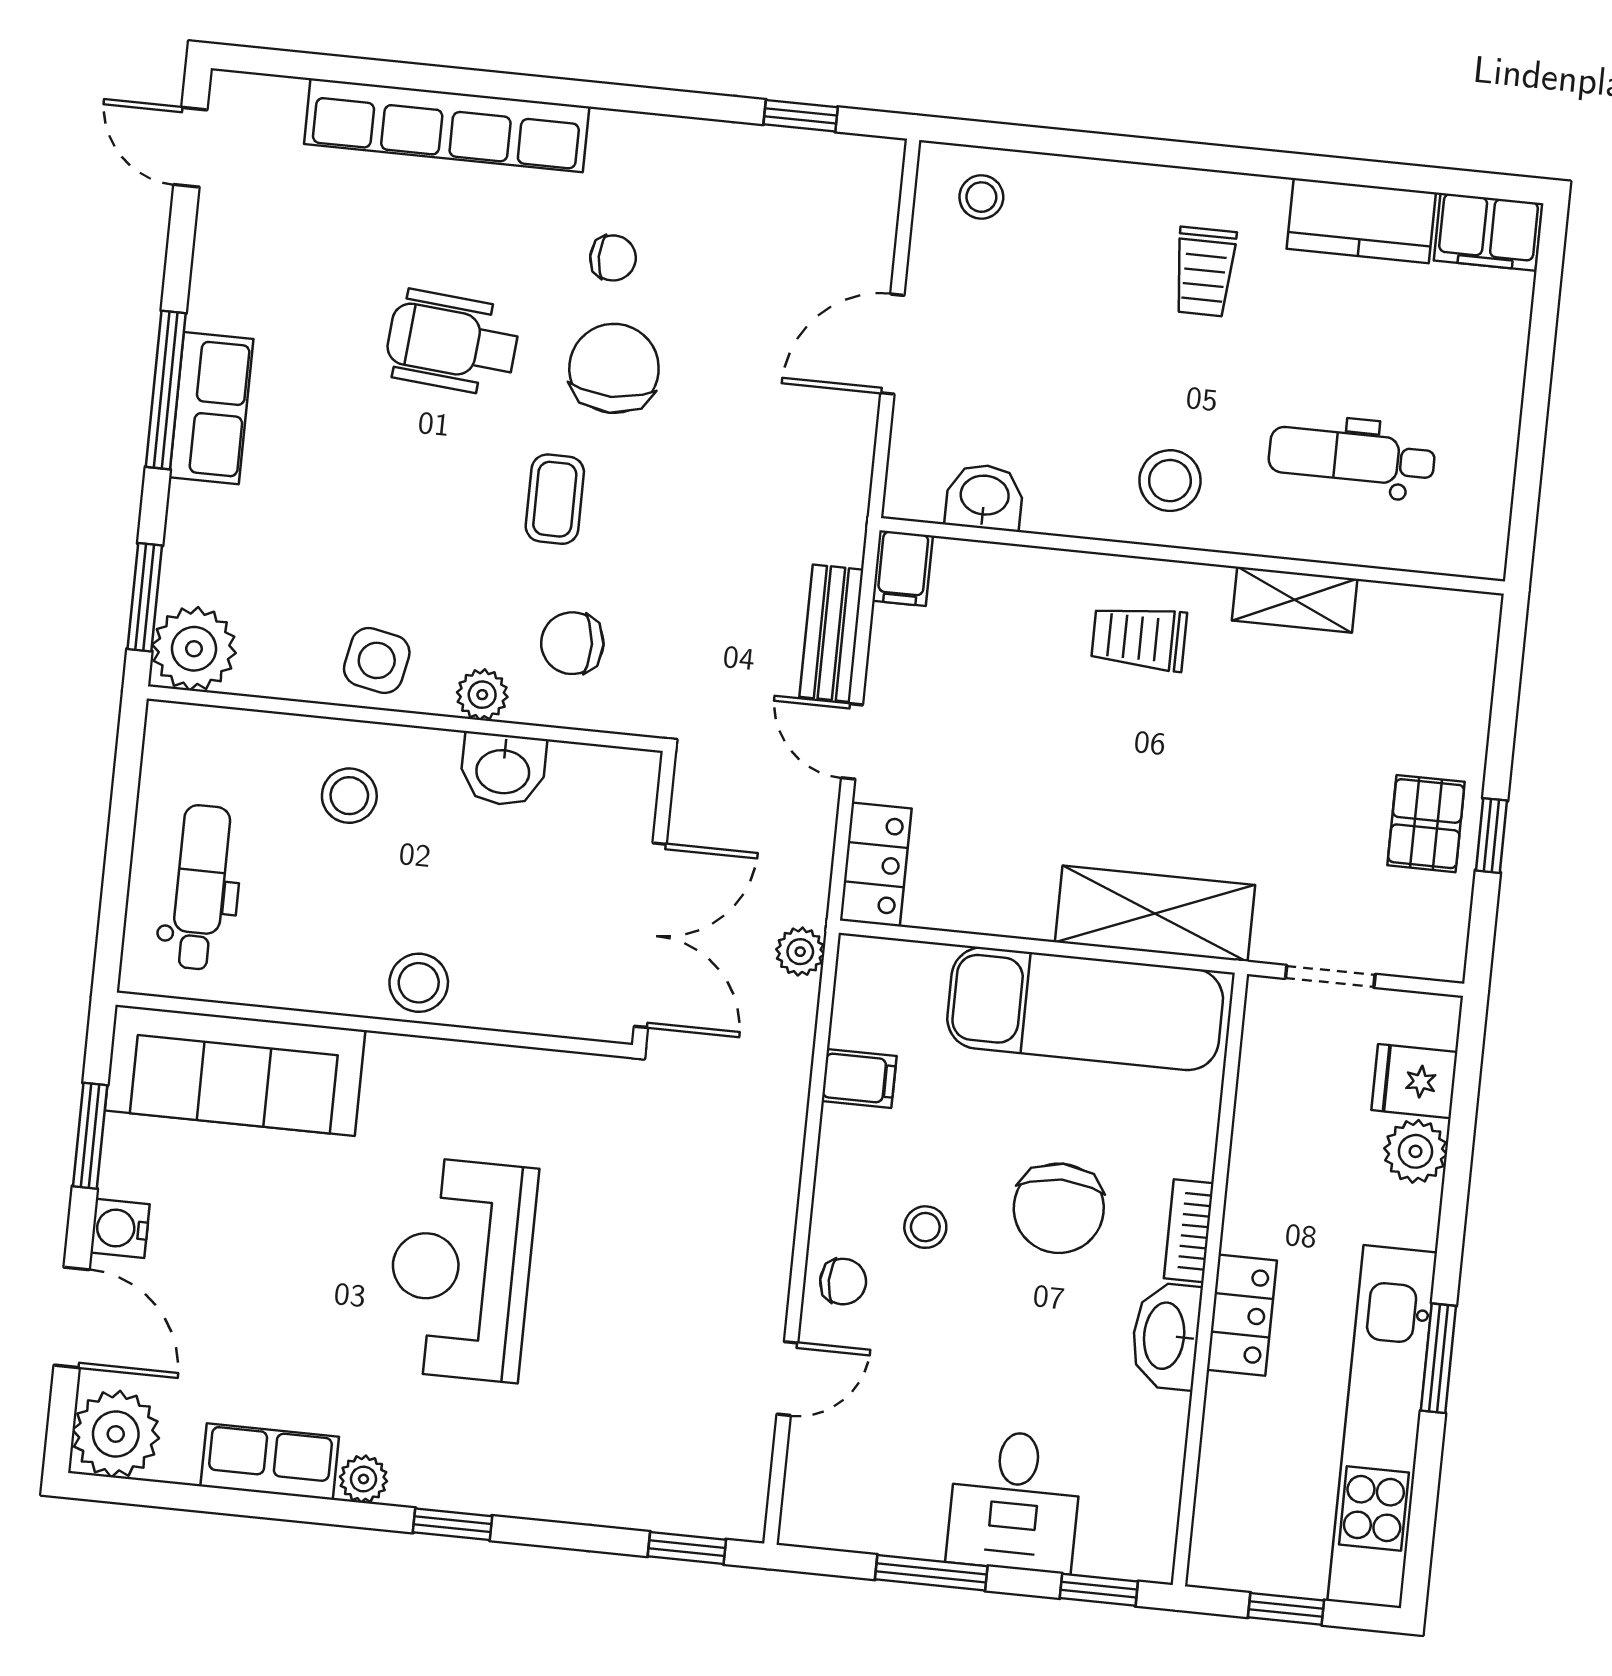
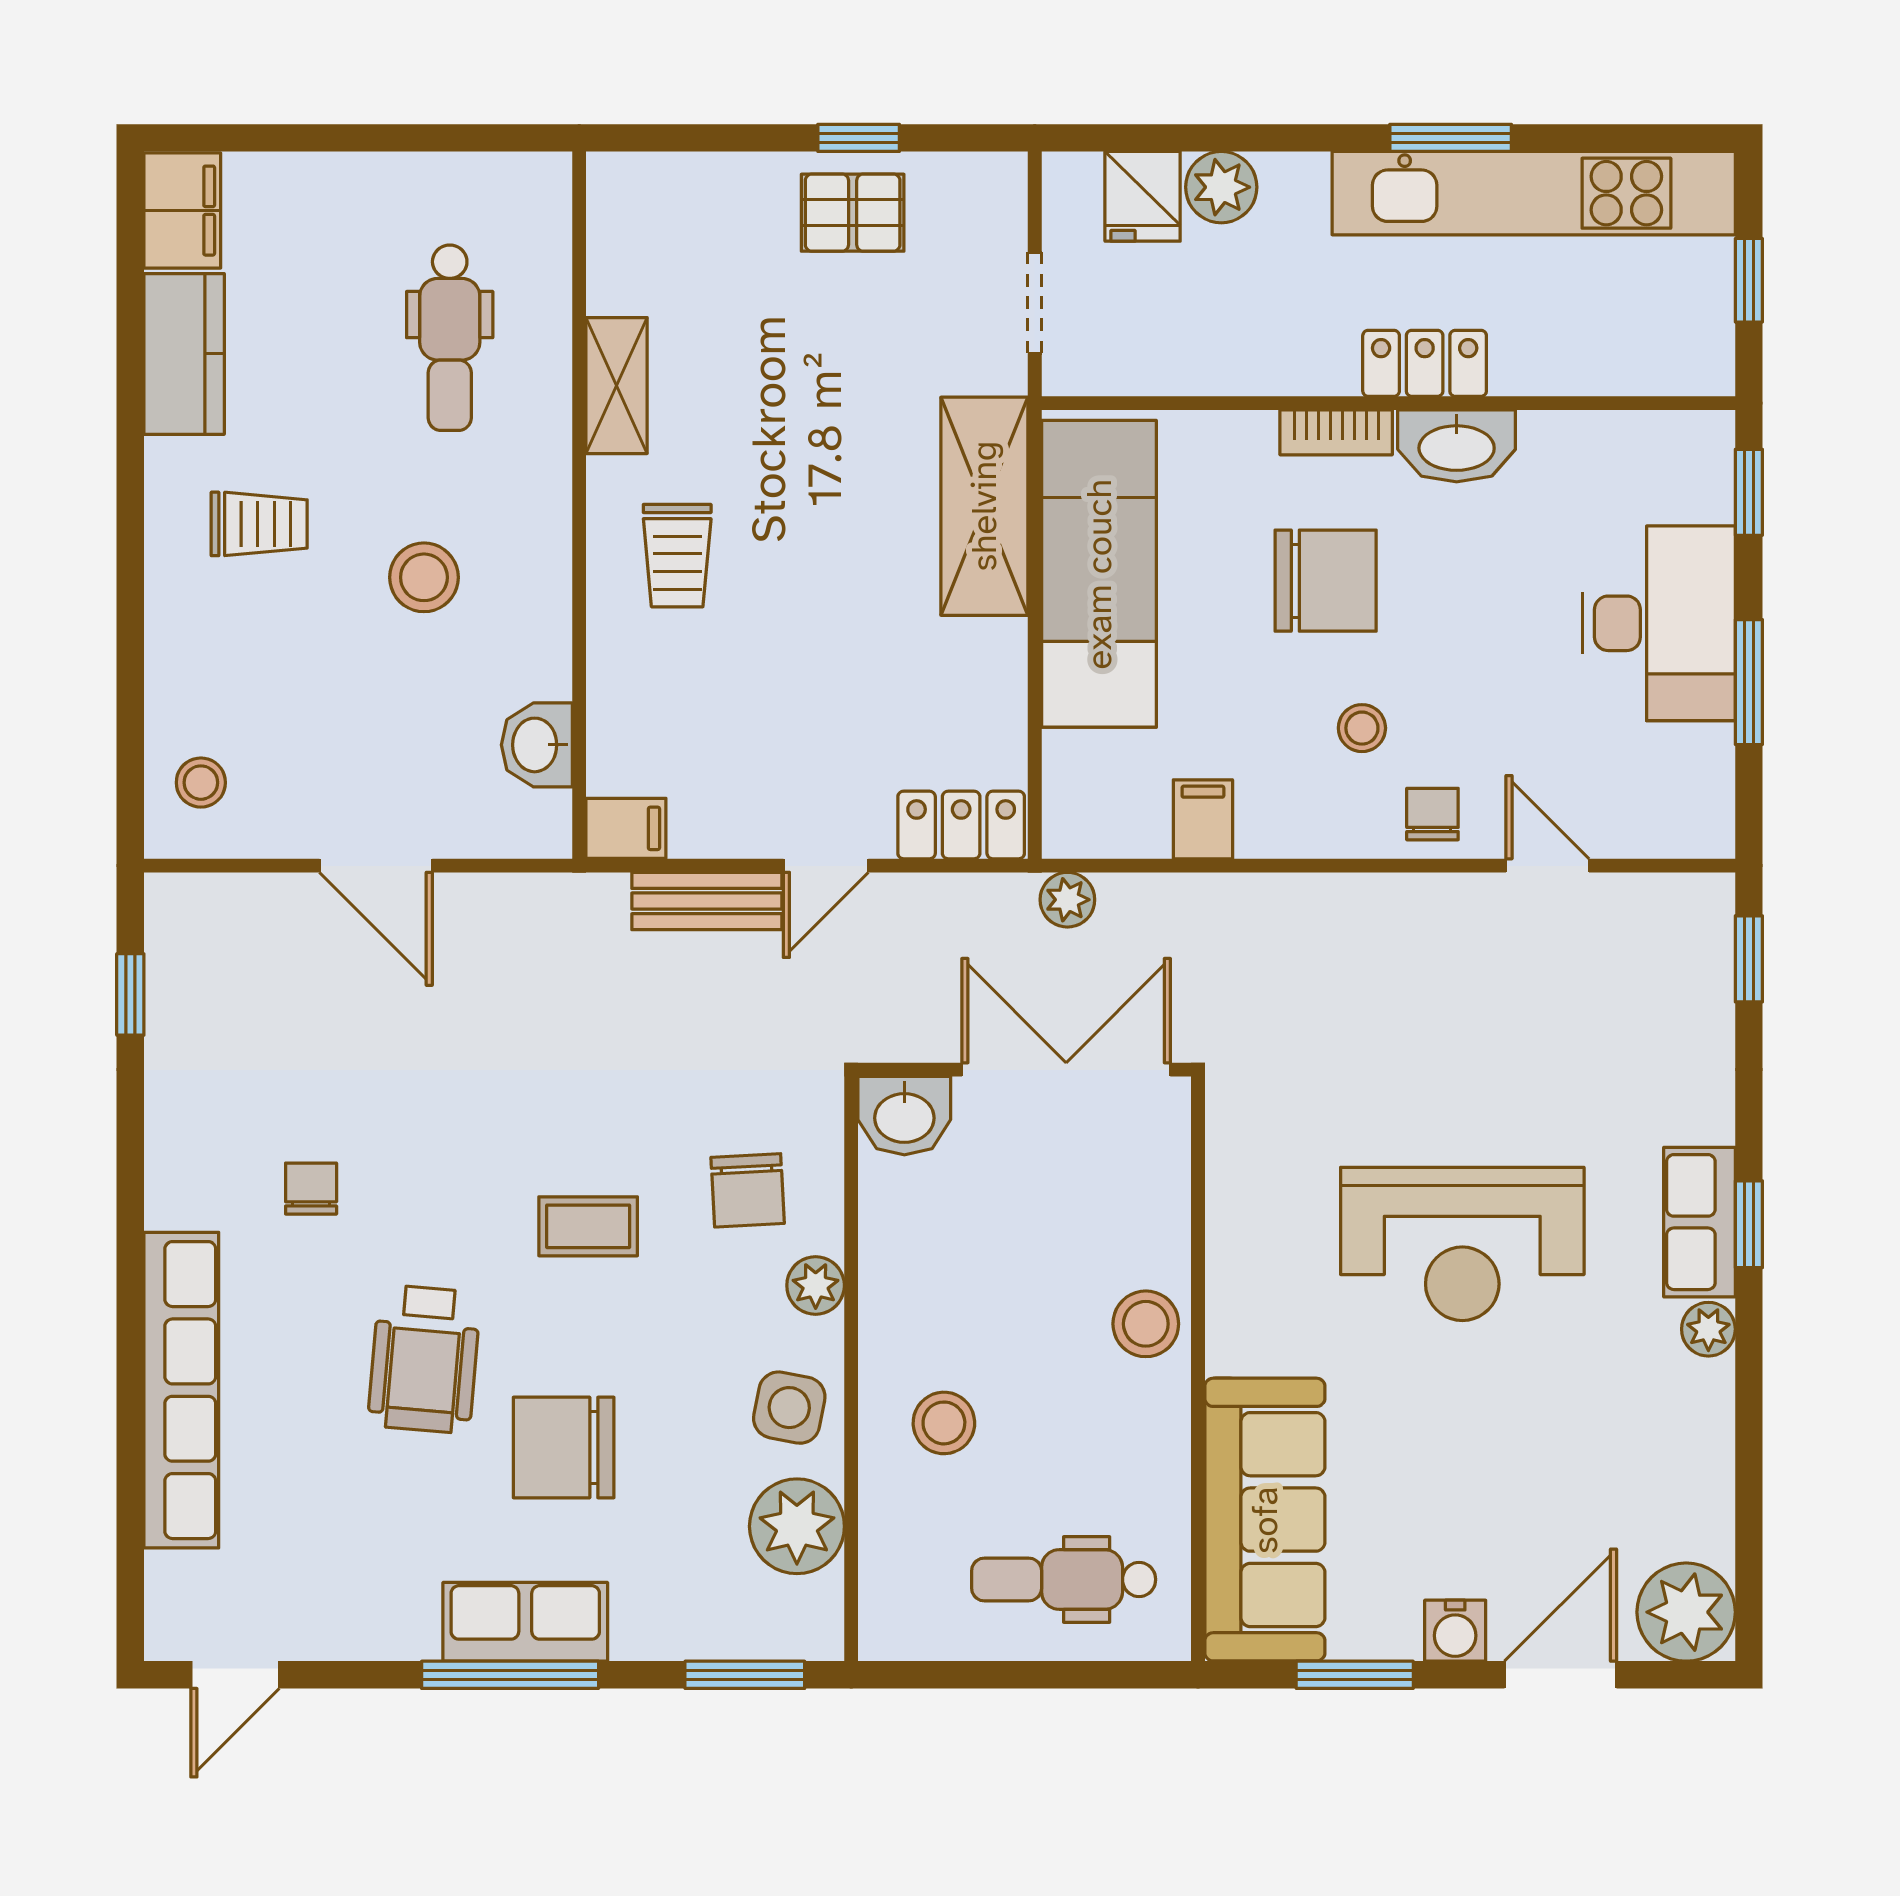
chair: (614, 368) -> (564, 1447), moved
stool: (1170, 481) -> (424, 577), moved
plant: (194, 649) -> (797, 1526), moved
washbasin: (503, 770) -> (904, 1116), moved, turned 90
row of seats: (270, 1462) -> (1699, 1222), moved
desk: (1015, 1501) -> (1659, 623), width x1.37

